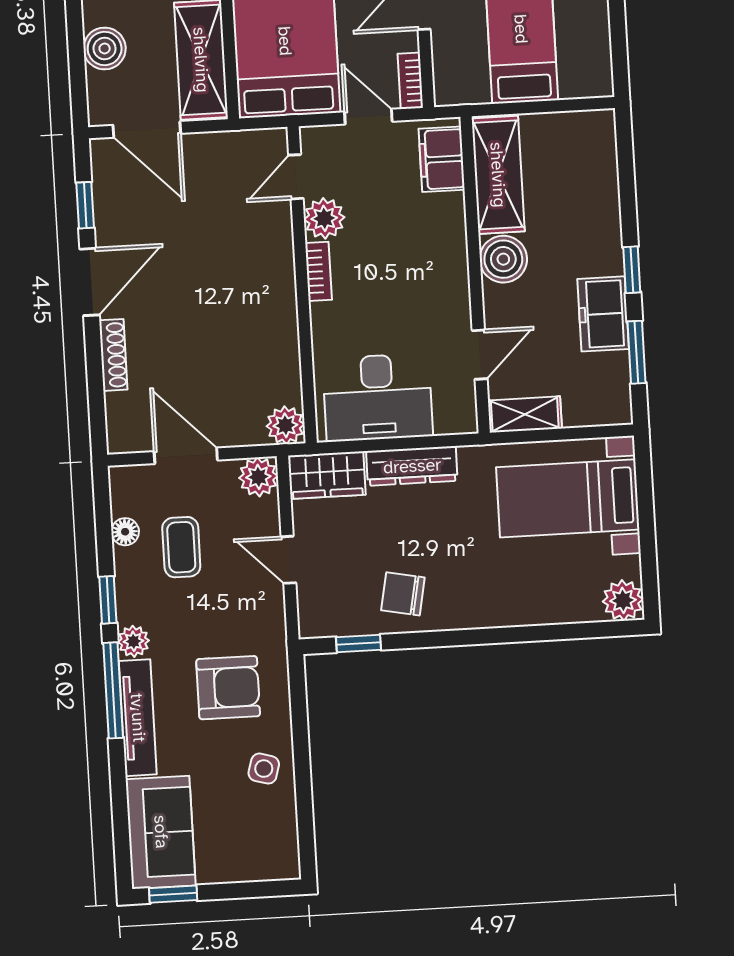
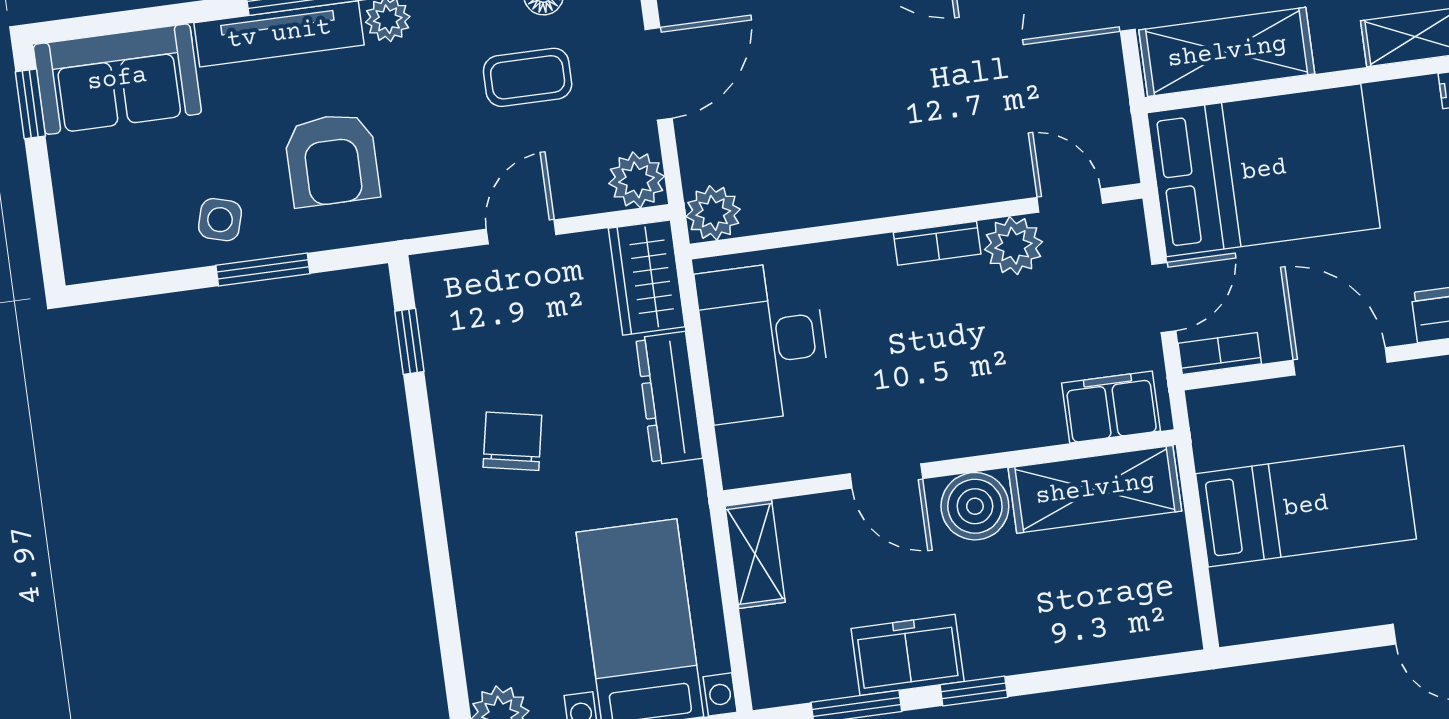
door: (480, 355) -> (886, 476), moved
chair: (403, 594) -> (512, 441), moved
window: (301, 741) -> (263, 270), added

